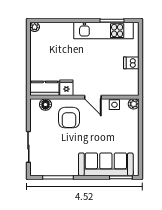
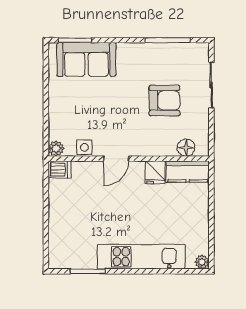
kitchen unit: (103, 31) -> (141, 257), moved
dishwasher: (131, 63) -> (60, 170), moved
door: (93, 97) -> (116, 159), swing flipped
armchair: (69, 118) -> (164, 100), moved, turned 90
sofa: (106, 164) -> (86, 59), width x0.73

